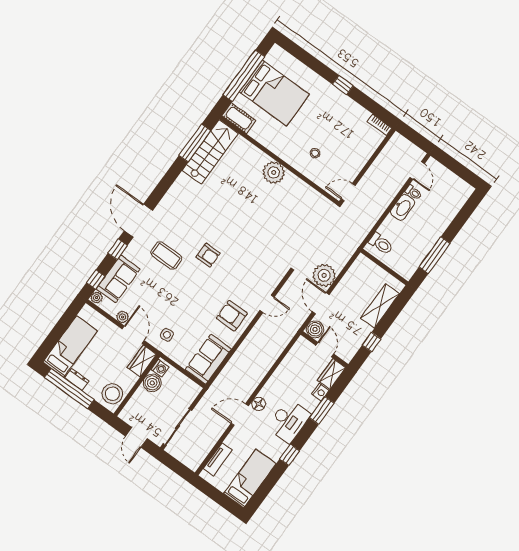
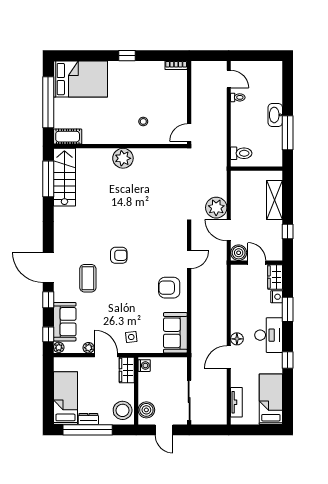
bed: (274, 93) -> (80, 79), moved
washbasin: (403, 207) -> (275, 115), moved, turned 180
coffee table: (166, 256) -> (88, 278), turned 90
boiler: (152, 383) -> (146, 410), moved

